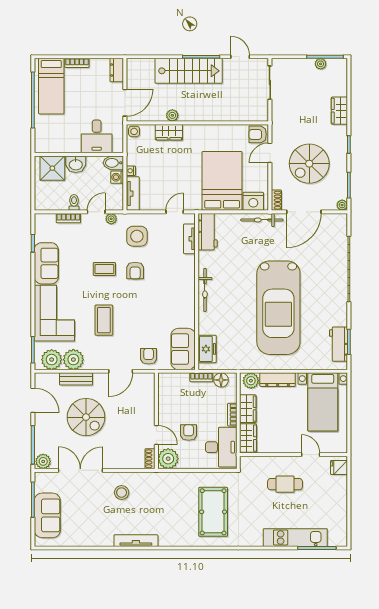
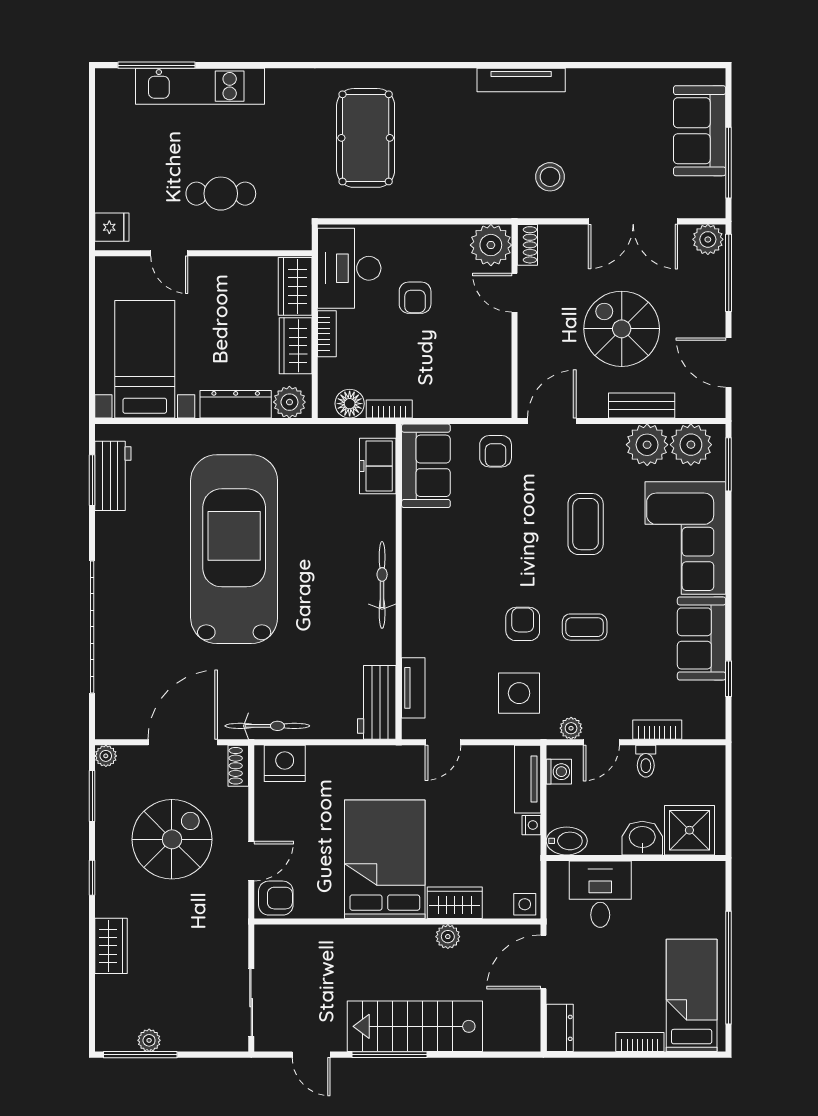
washing machine: (117, 177) -> (559, 772), moved
bed: (222, 181) -> (385, 859), moved, turned 180
wall: (156, 421) -> (514, 321), moved
door: (156, 435) -> (514, 293), moved
shoe rack: (150, 459) -> (527, 245), moved
plant: (168, 459) -> (491, 245), moved

